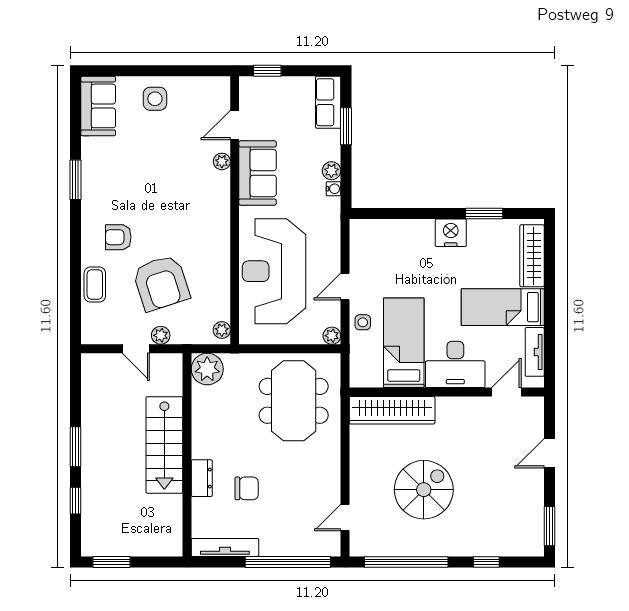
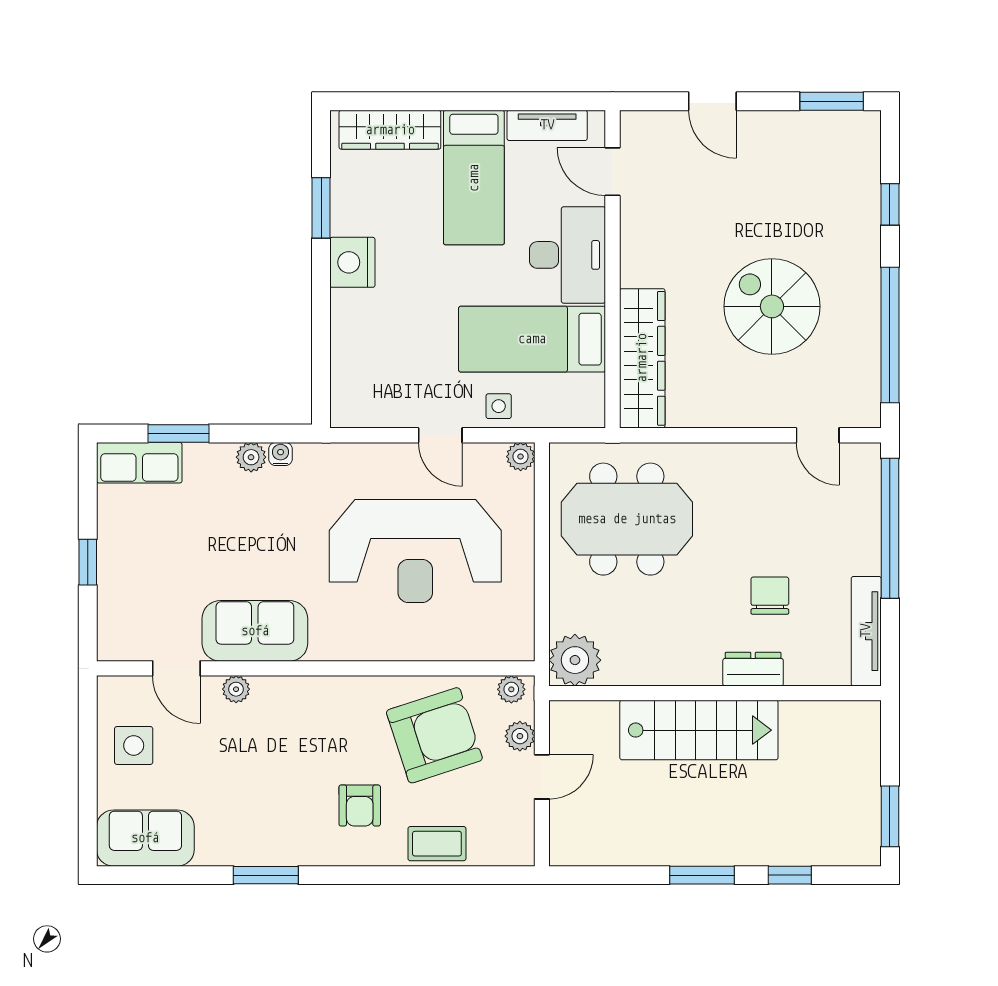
door: (235, 125) -> (176, 668), moved
plant: (222, 161) -> (236, 689), moved
sofa: (258, 173) -> (255, 631), moved
wall: (235, 210) -> (316, 668), moved
plant: (222, 330) -> (511, 689), moved

